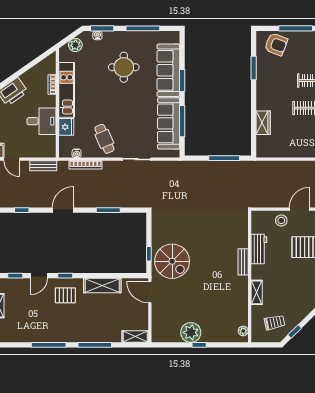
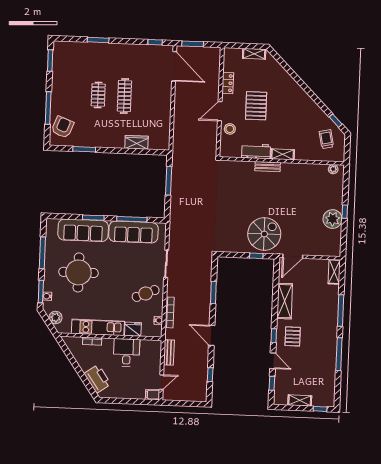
round table: (124, 67) -> (78, 272), width x1.36, depth x1.36
door: (300, 209) -> (220, 111), hinge flipped
shelving: (257, 292) -> (283, 154), moved

